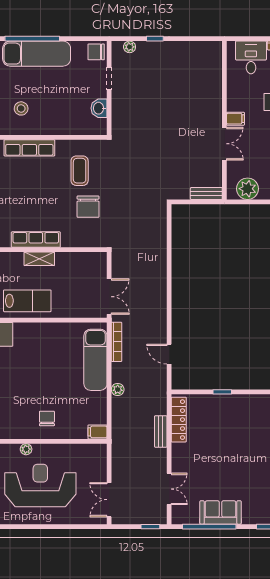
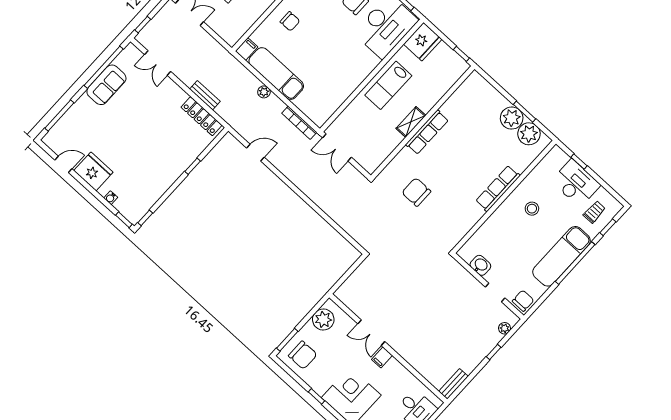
coffee table: (80, 171) -> (448, 210), removed
bench: (206, 194) -> (453, 384), moved
exam couch: (95, 360) -> (276, 74), moved

